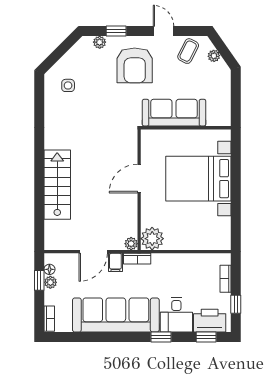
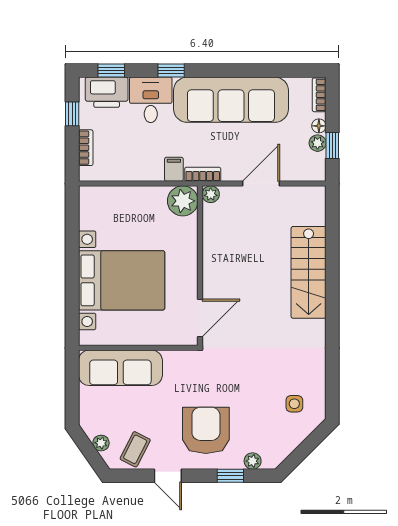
sofa: (174, 113) -> (120, 368), moved
door: (139, 179) -> (200, 318), moved
filing cabinet: (115, 262) -> (174, 169), moved
floor lamp: (49, 269) -> (319, 126), moved

